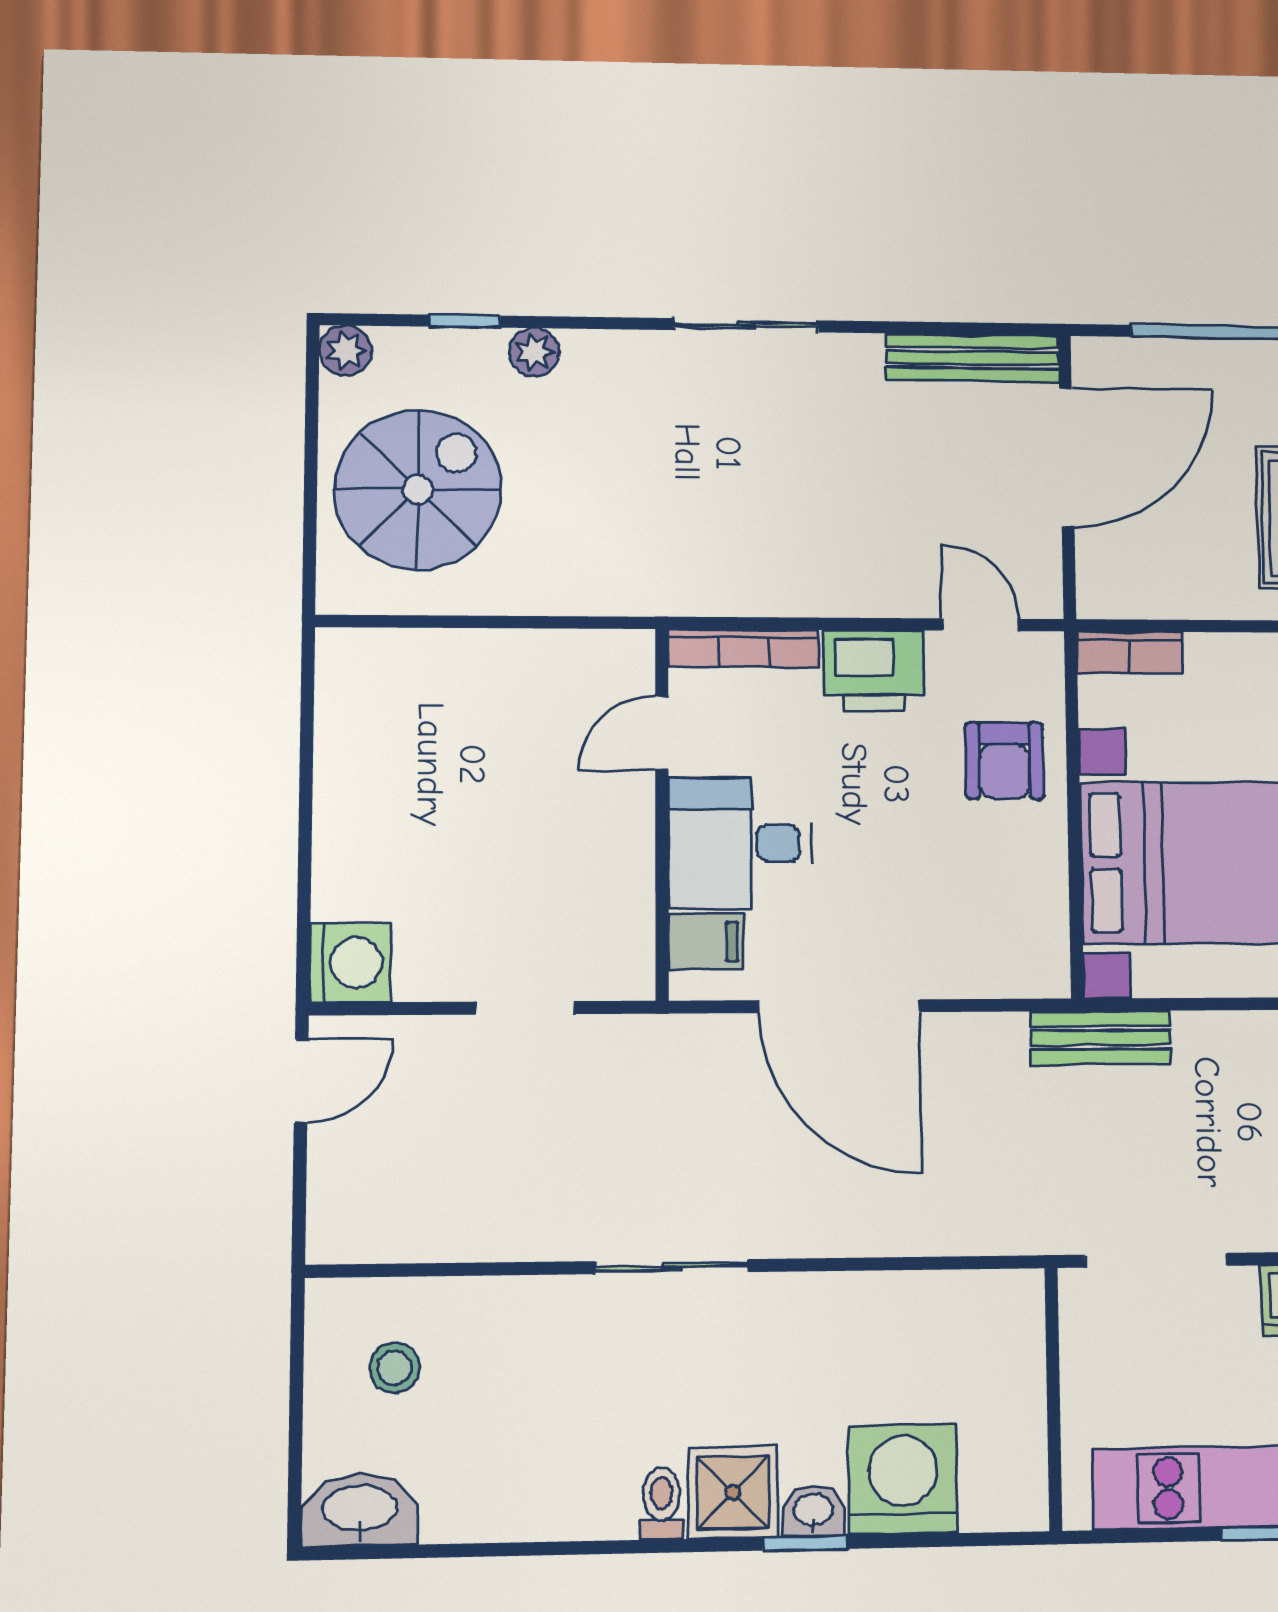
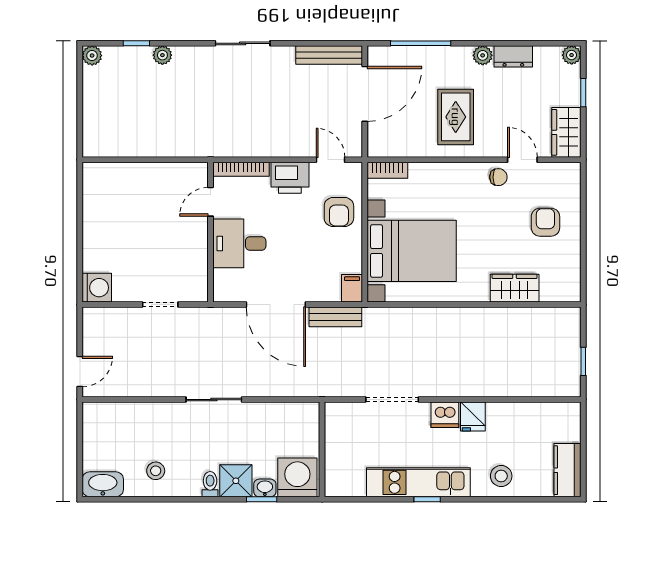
spiral stairs: (418, 489) -> (120, 109), removed
filing cabinet: (706, 942) -> (352, 288), moved, turned -90
bench: (1100, 1038) -> (335, 317), moved
door: (301, 1081) -> (80, 372), moved
stool: (394, 1368) -> (156, 471), moved
wall: (1053, 1399) -> (322, 449), moved

